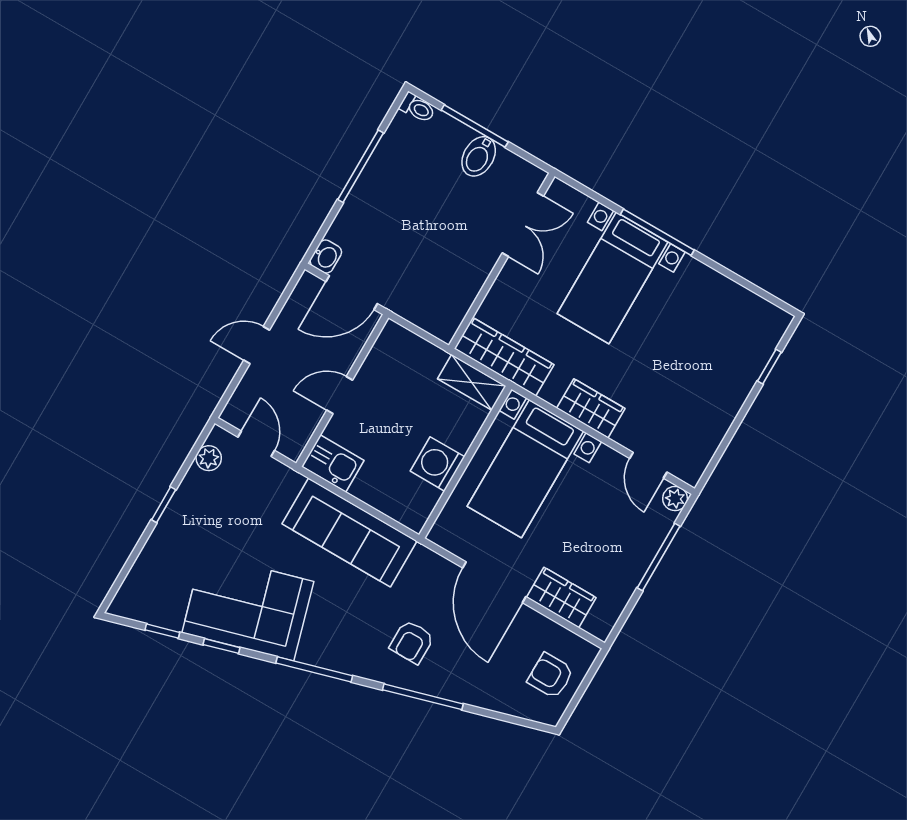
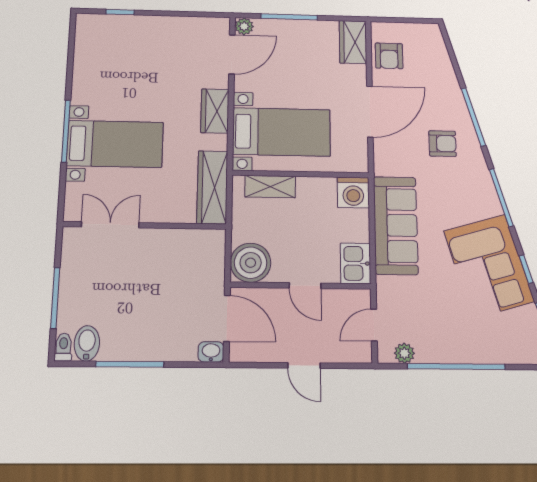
bidet: (479, 156) -> (87, 343), moved, turned -90
boiler: (397, 351) -> (251, 263), added
shelving: (472, 382) -> (270, 187), moved, turned 90
washing machine: (437, 464) -> (353, 193), moved
door: (648, 465) -> (232, 54), width x1.38
window: (164, 505) -> (456, 367), width x3.17
wardrobe: (561, 597) -> (353, 42), moved
armchair: (551, 676) -> (389, 56), moved

